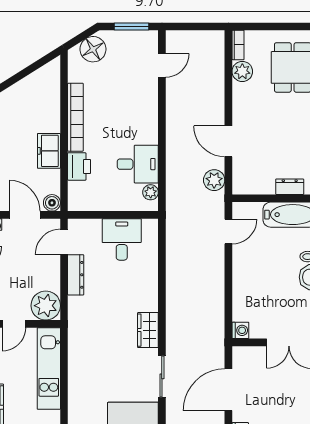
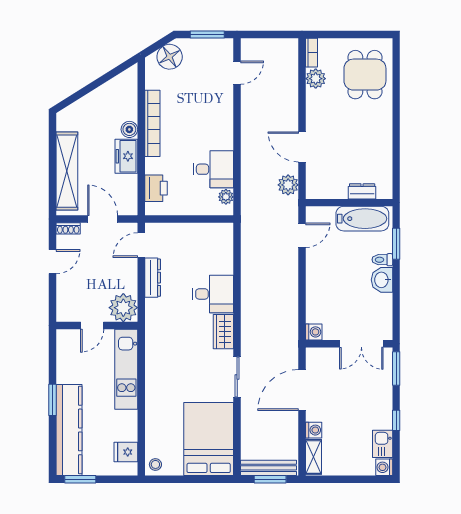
printer: (79, 166) -> (156, 188), moved
boiler: (52, 203) -> (129, 129), moved
desk: (122, 239) -> (213, 294), moved, turned 90

